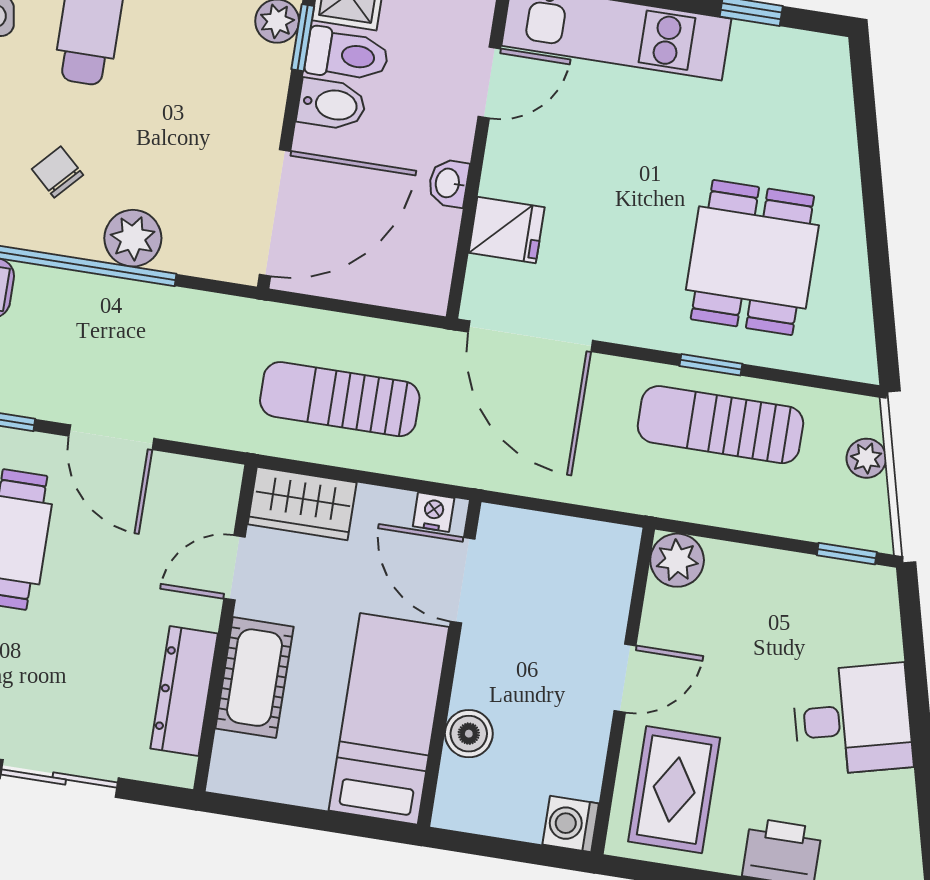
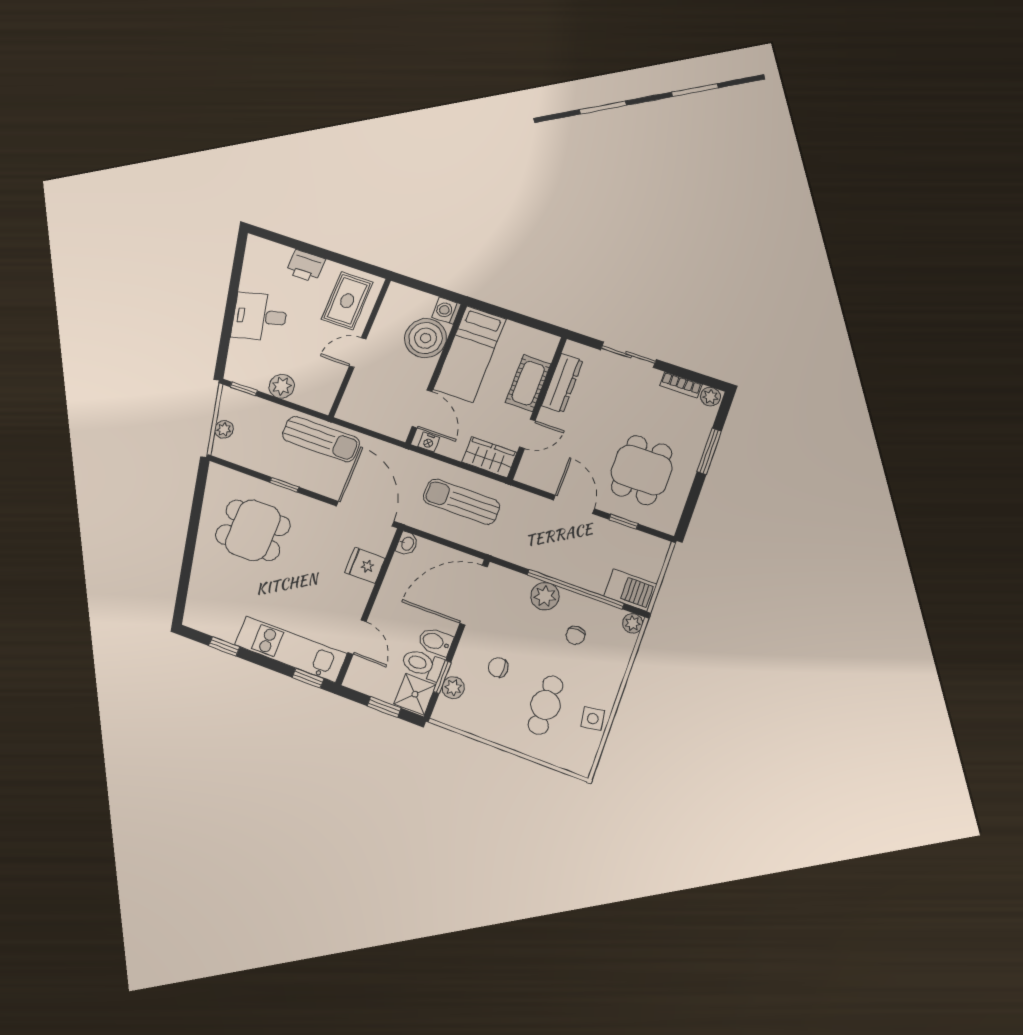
chair: (197, 79) -> (498, 667), added
door: (489, 82) -> (357, 637), swing flipped
chair: (58, 172) -> (576, 635), turned 48
washbasin: (448, 183) -> (407, 544), moved
dining table: (752, 258) -> (253, 530), turned 90
sun lounger: (340, 399) -> (461, 502), turned 180
sun lounger: (720, 425) -> (321, 439), moved
plant: (677, 560) -> (282, 386), moved
boiler: (469, 734) -> (426, 338), width x1.86, depth x1.86
washing machine: (571, 824) -> (446, 311), moved, turned 180

